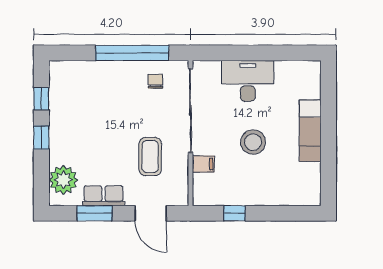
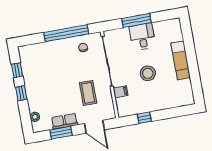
window: (250, 53) -> (136, 21), added
desk: (248, 81) -> (142, 37), width x0.73
plant: (63, 180) -> (35, 117), width x0.53, depth x0.53

